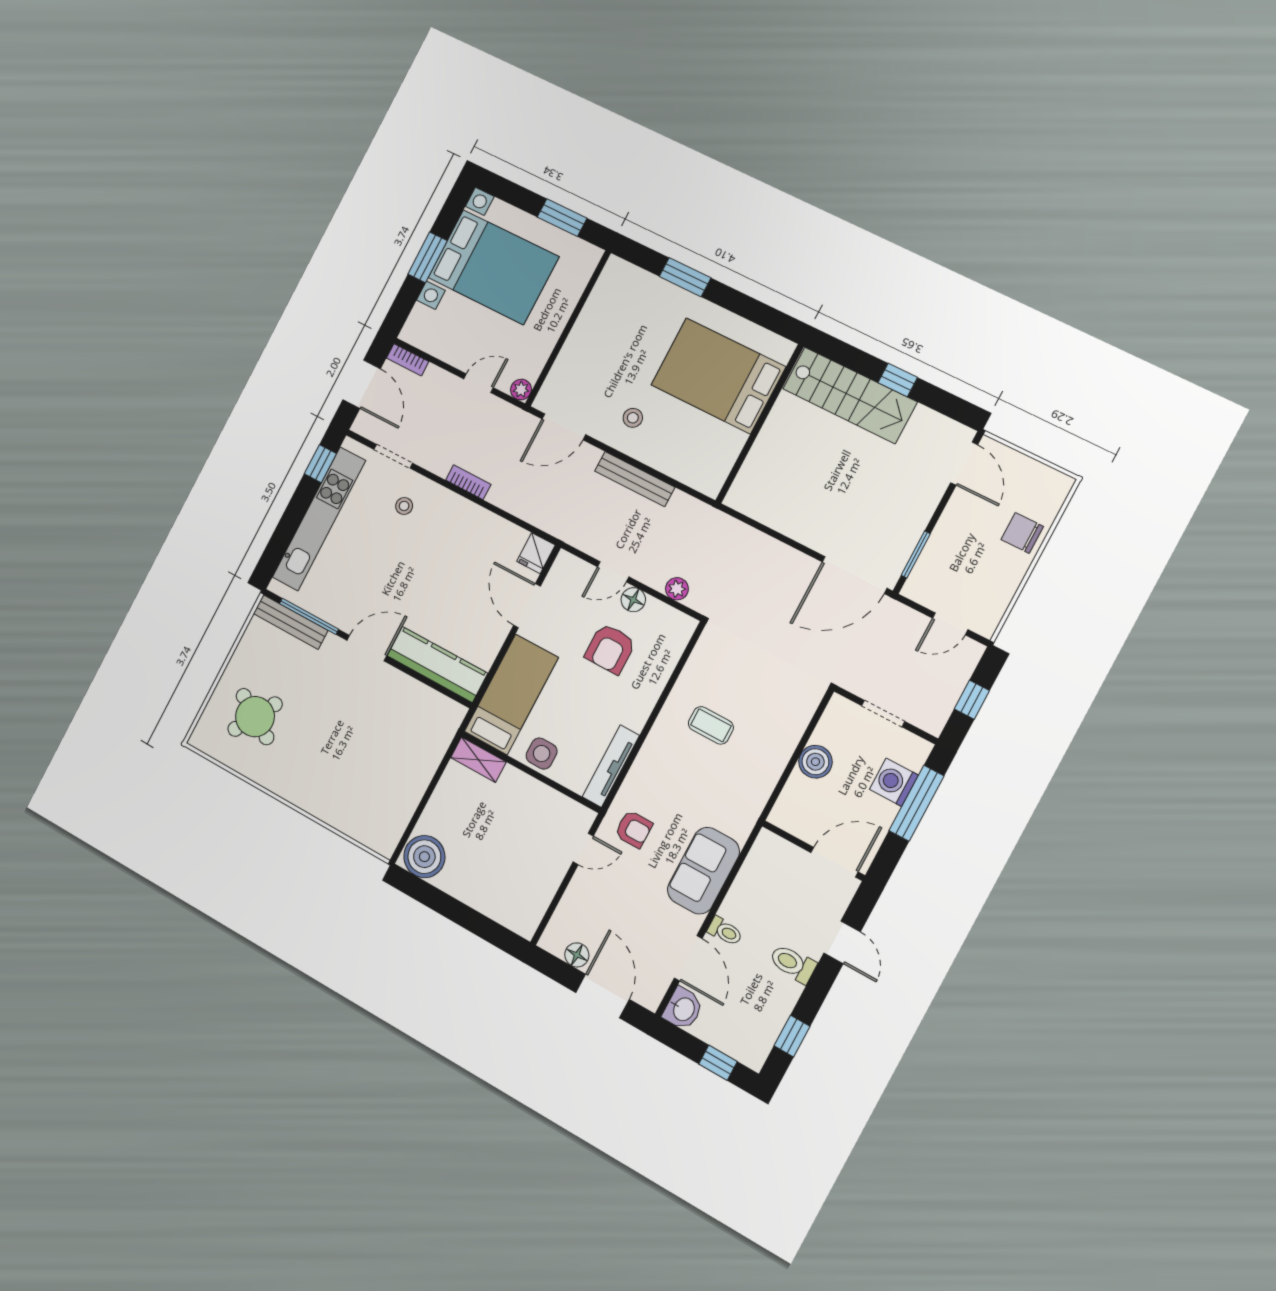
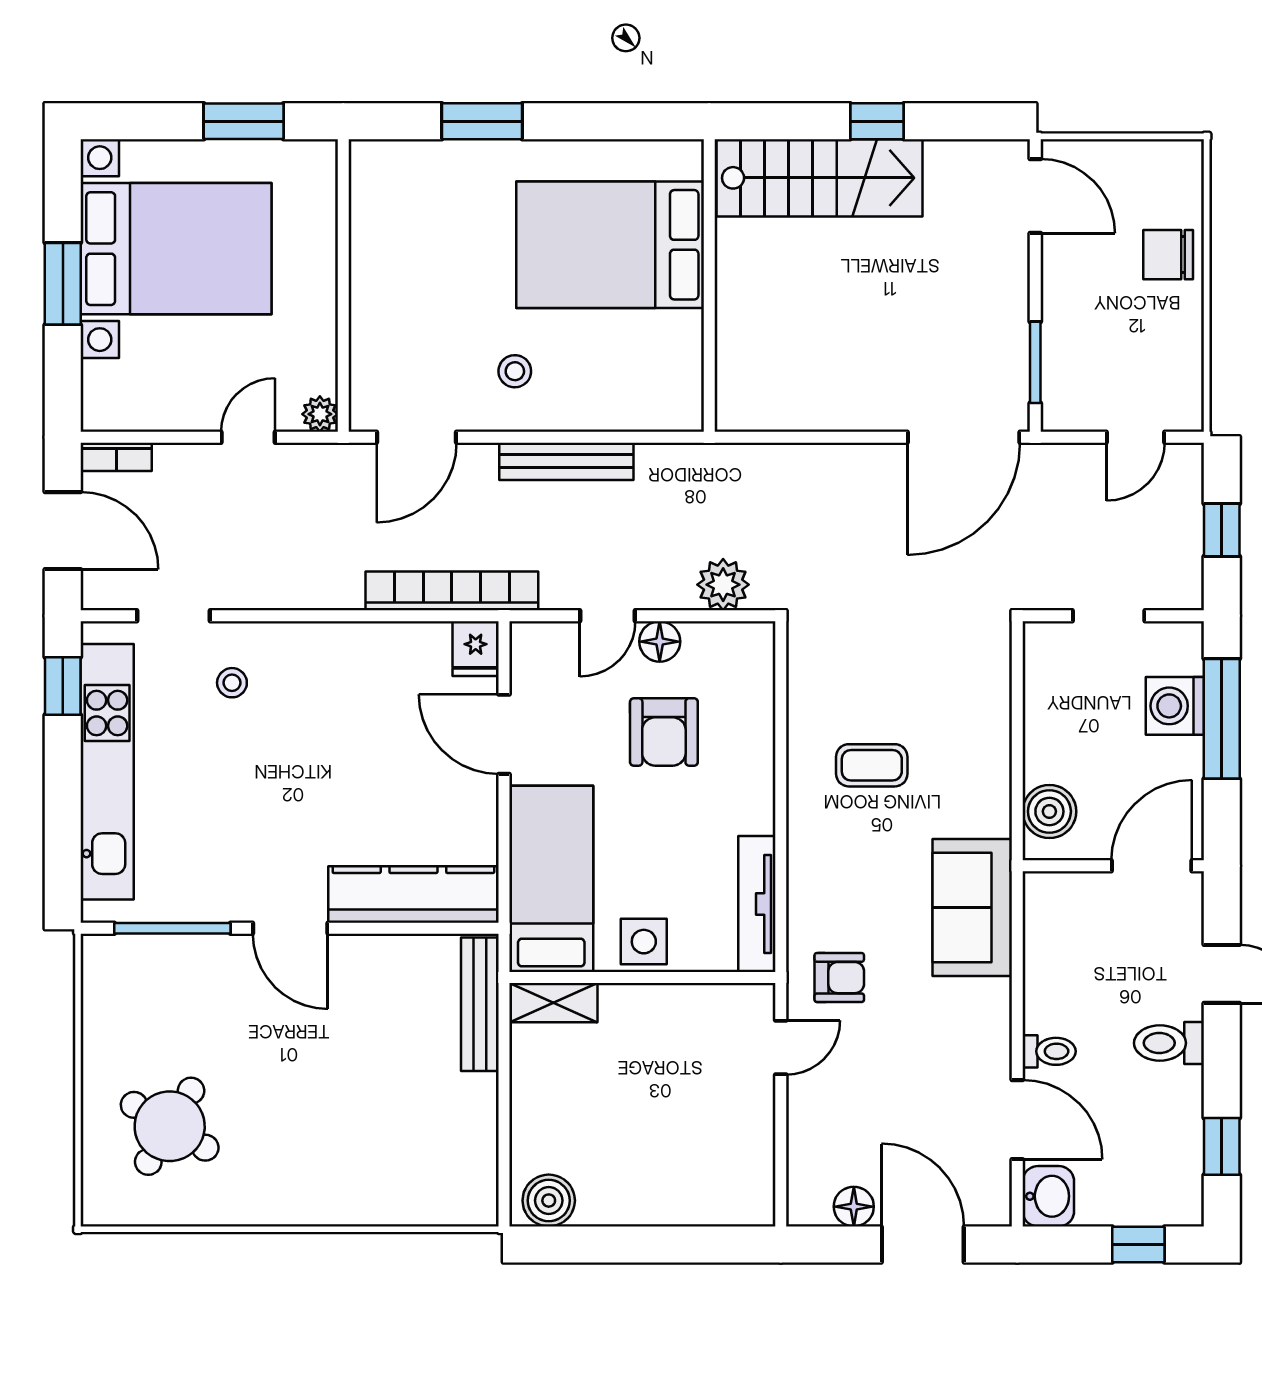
bookcase: (468, 482) -> (452, 591), moved, width x2.31, depth x1.31
plant: (677, 589) -> (723, 585), width x1.38, depth x1.38
bench: (291, 622) -> (480, 1004), moved, turned 90
door: (367, 648) -> (290, 928), swing flipped
boiler: (815, 762) -> (1049, 811), moved
boiler: (424, 857) -> (549, 1201), width x0.73, depth x0.73
sofa: (703, 871) -> (972, 908), moved

